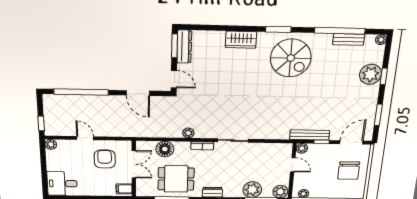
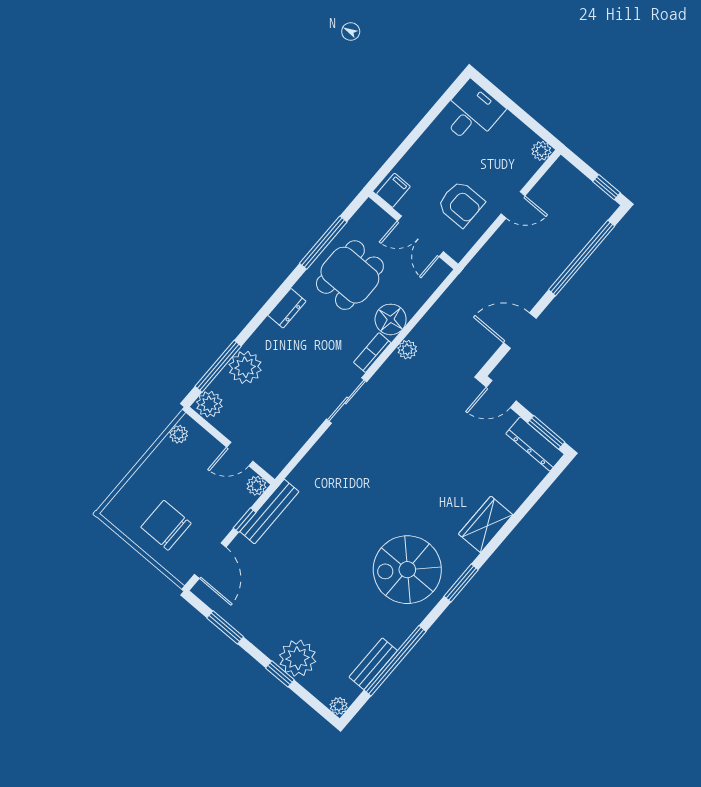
window: (41, 123) -> (606, 187), moved
floor lamp: (165, 149) -> (391, 319), moved

